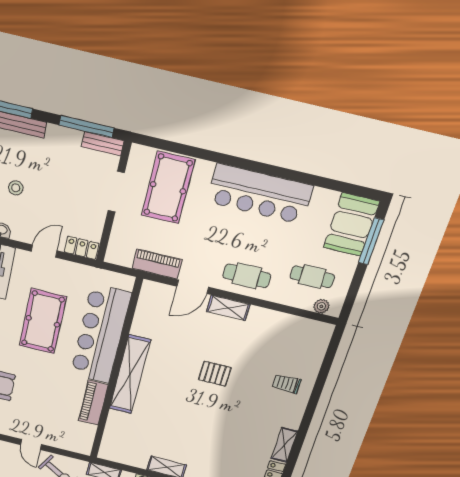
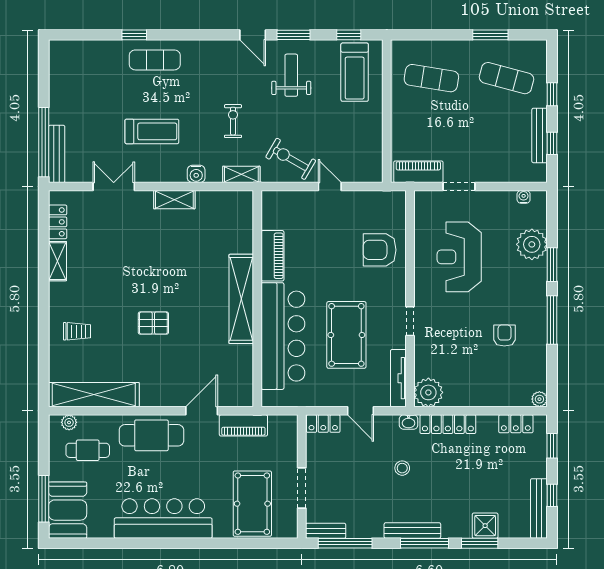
door: (44, 251) -> (361, 411), hinge flipped
cafe table: (247, 276) -> (151, 435), width x1.37, depth x1.35
shelving: (228, 308) -> (94, 395), moved, width x2.20, depth x1.33

